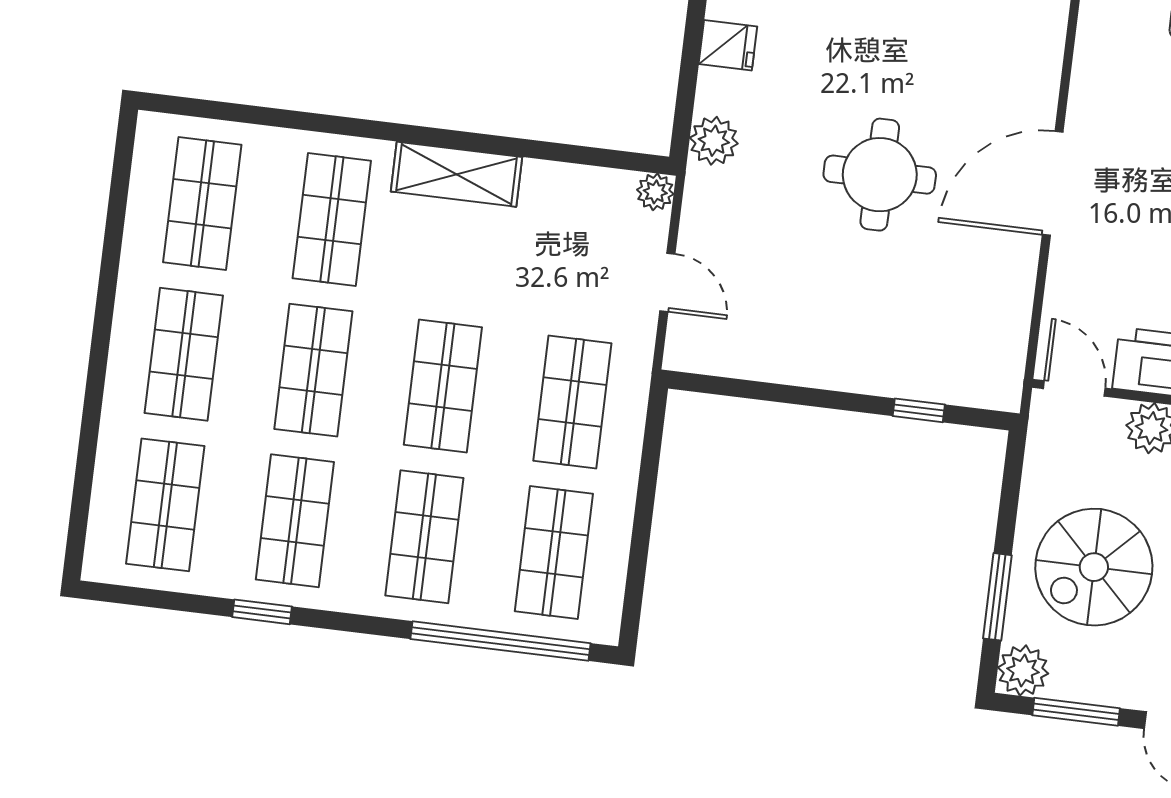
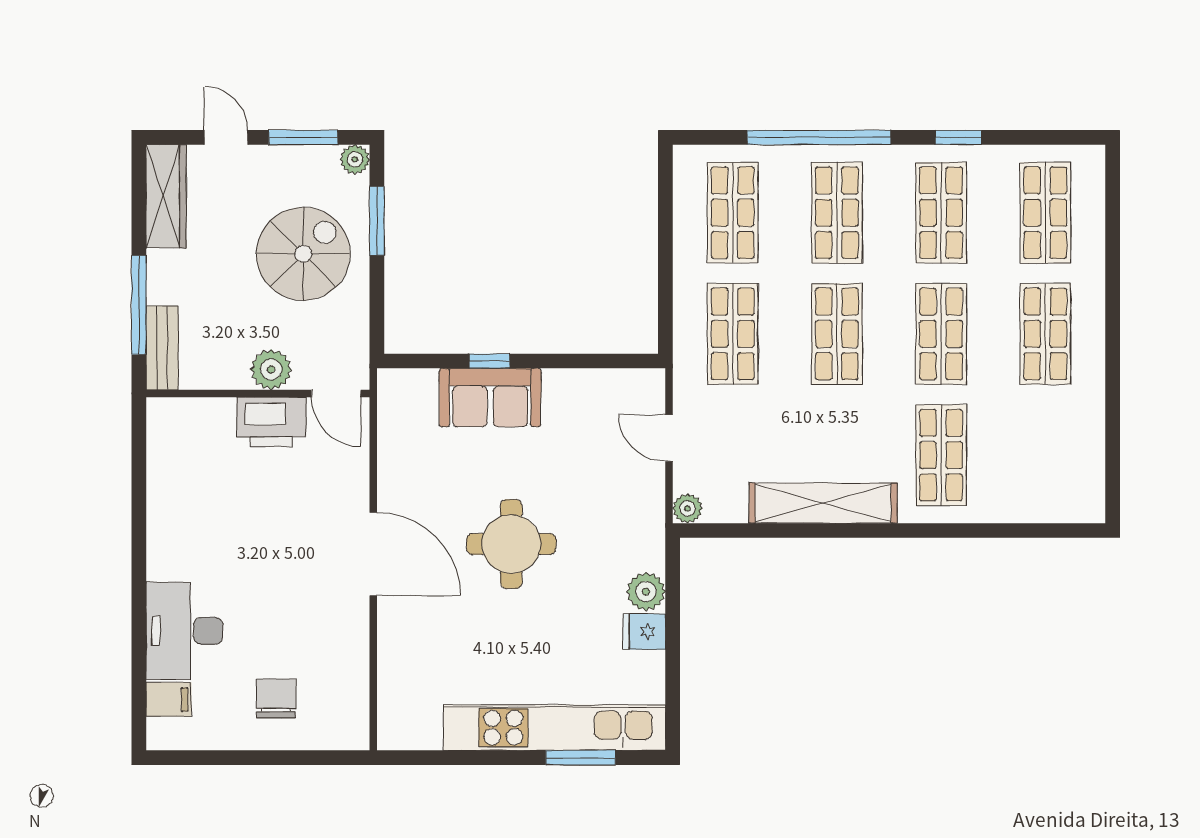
plant: (714, 141) -> (646, 592), moved
shelving: (456, 174) -> (823, 503), width x1.47
door: (1053, 183) -> (373, 554), hinge flipped
shop shelf: (202, 204) -> (1045, 455), removed
sofa: (884, 360) -> (490, 398), added
window: (919, 410) -> (489, 361), moved
window: (501, 641) -> (819, 137), moved
plant: (1023, 670) -> (355, 159), width x0.73, depth x0.73

